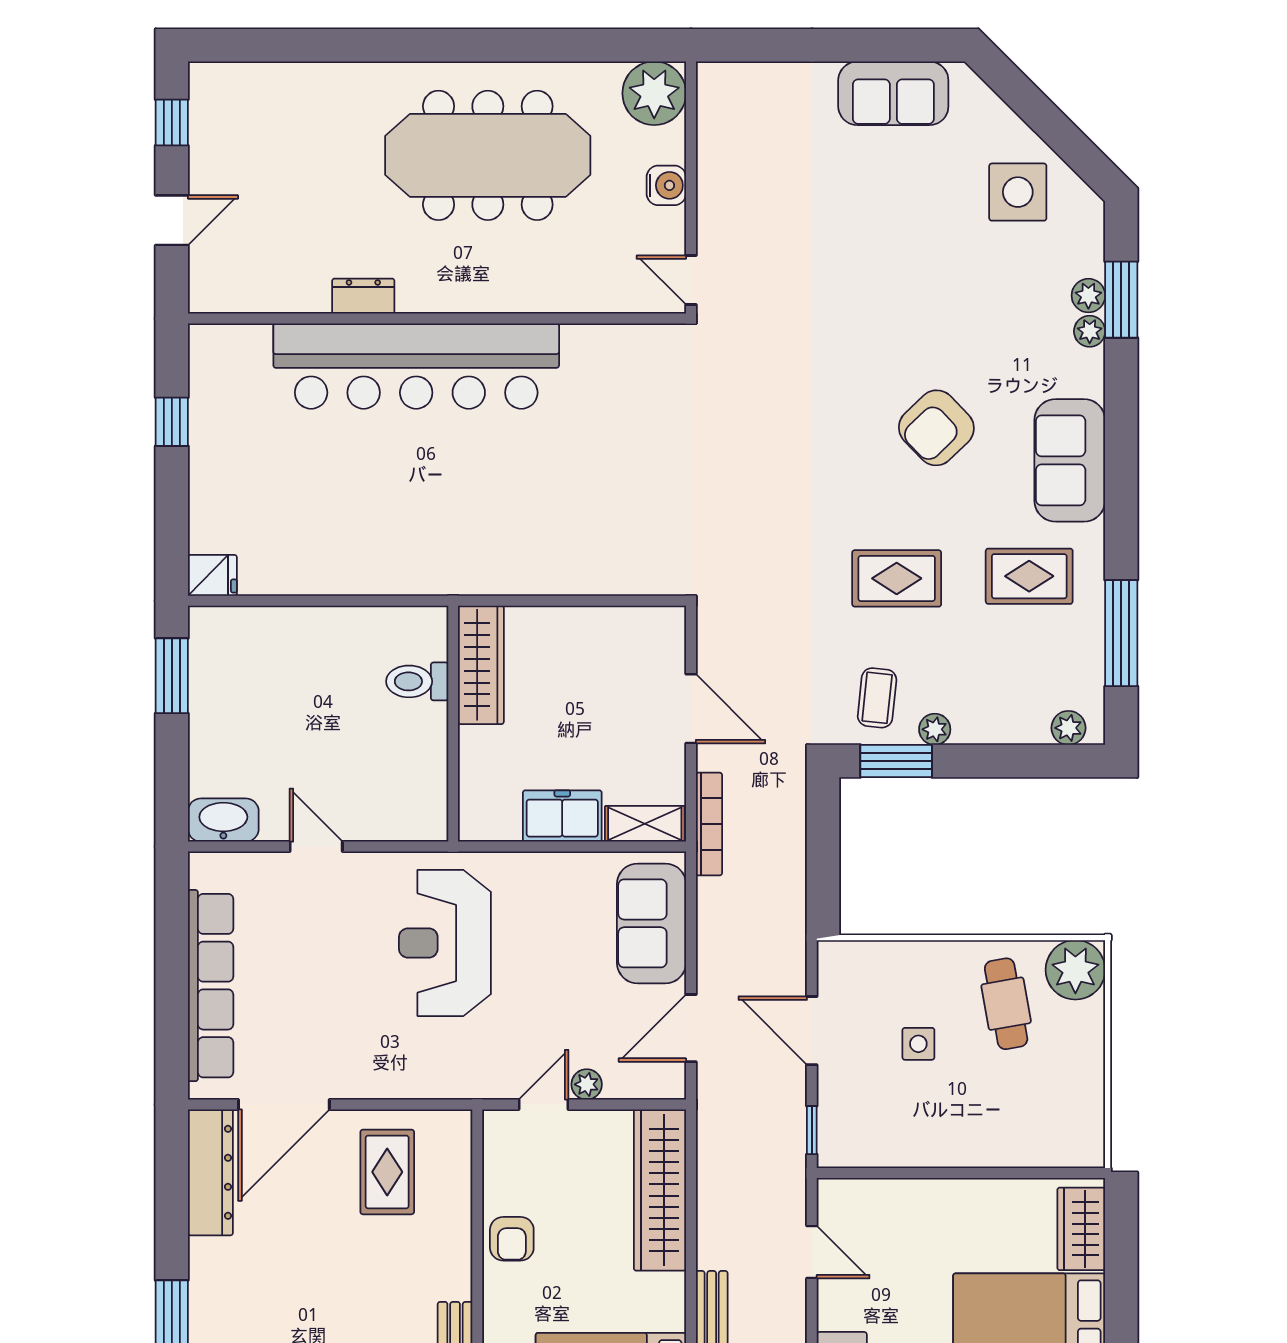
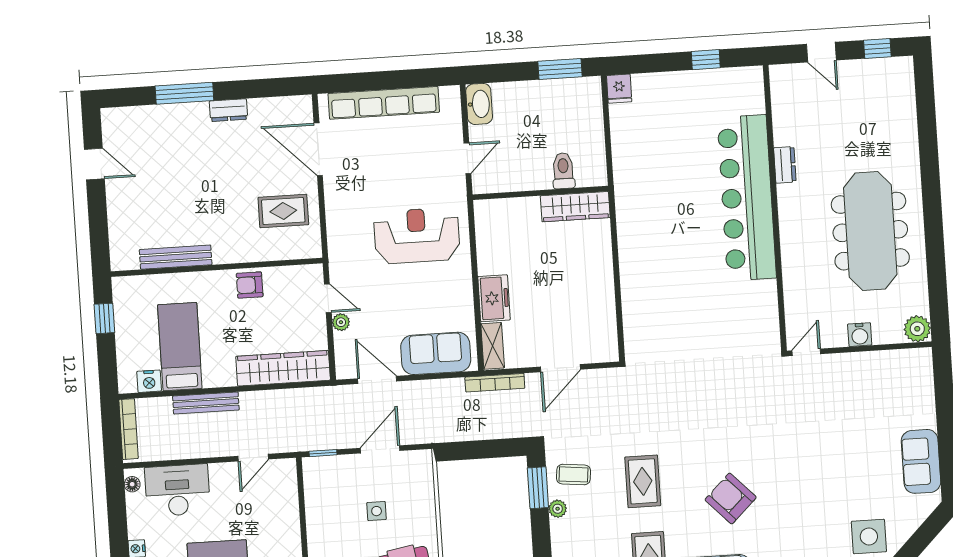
plant: (654, 93) -> (917, 329), width x0.73, depth x0.73
wardrobe: (481, 665) -> (575, 207), moved
toilet: (417, 681) -> (563, 171), moved
wall: (453, 724) -> (540, 193), moved
dresser: (210, 1172) -> (228, 110), moved, width x0.51, depth x0.80

